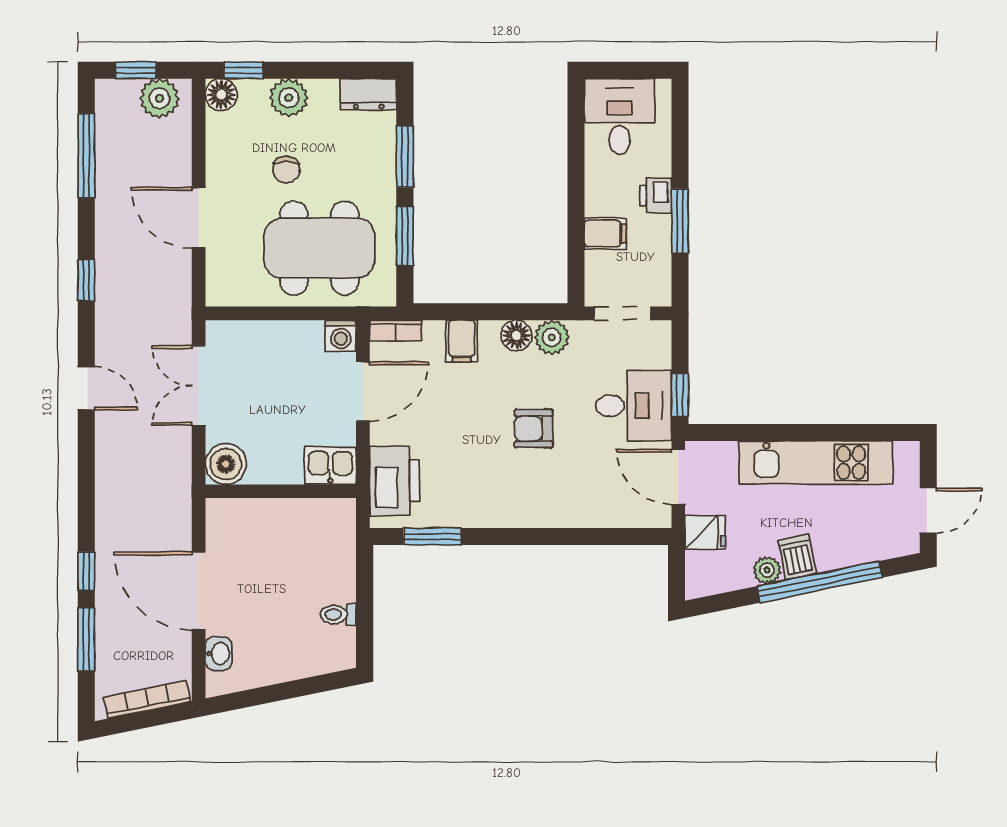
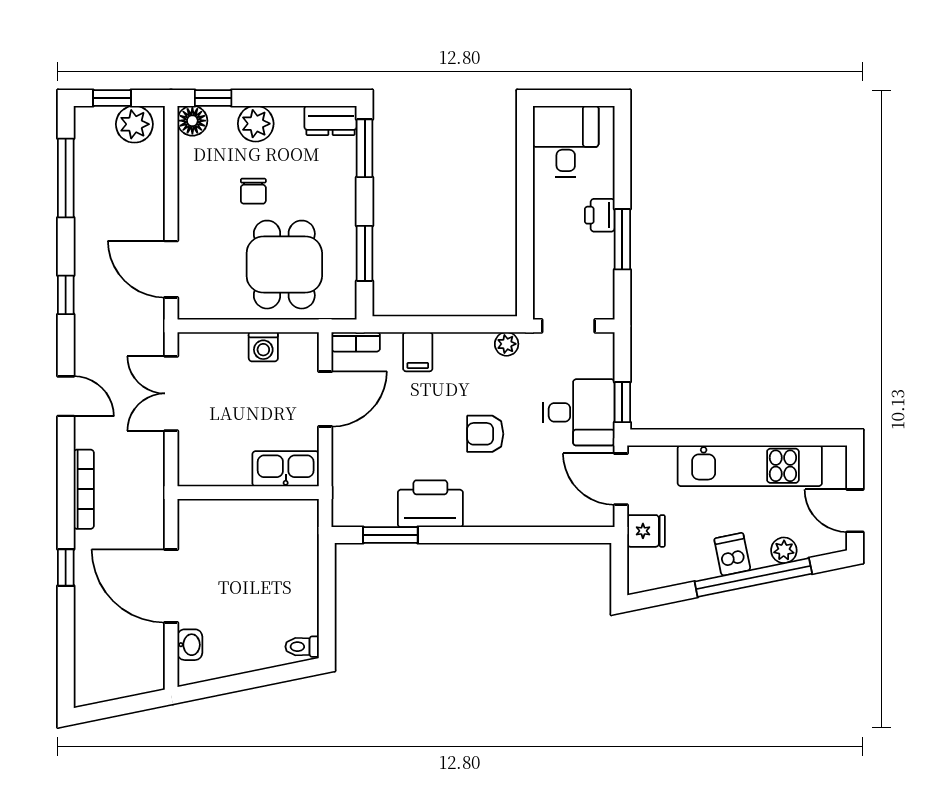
window: (405, 157) -> (365, 148), moved
door: (199, 218) -> (171, 269), moved
filing cabinet: (605, 233) -> (552, 251), removed
dining table: (319, 248) -> (284, 265), width x0.73
washing machine: (341, 336) -> (263, 347), moved
floor lamp: (516, 336) -> (469, 347), removed
plant: (552, 337) -> (507, 344), width x0.73, depth x0.73
boiler: (226, 464) -> (197, 467), removed
kitchen sink: (330, 466) -> (286, 469), width x1.38
printer: (395, 481) -> (430, 504), moved, turned -90
door: (928, 511) -> (855, 511), swing flipped
plant: (767, 570) -> (784, 550), moved
toilet: (338, 615) -> (302, 647), moved
window: (86, 639) -> (66, 631), removed
bookcase: (147, 699) -> (84, 489), moved, turned 102

